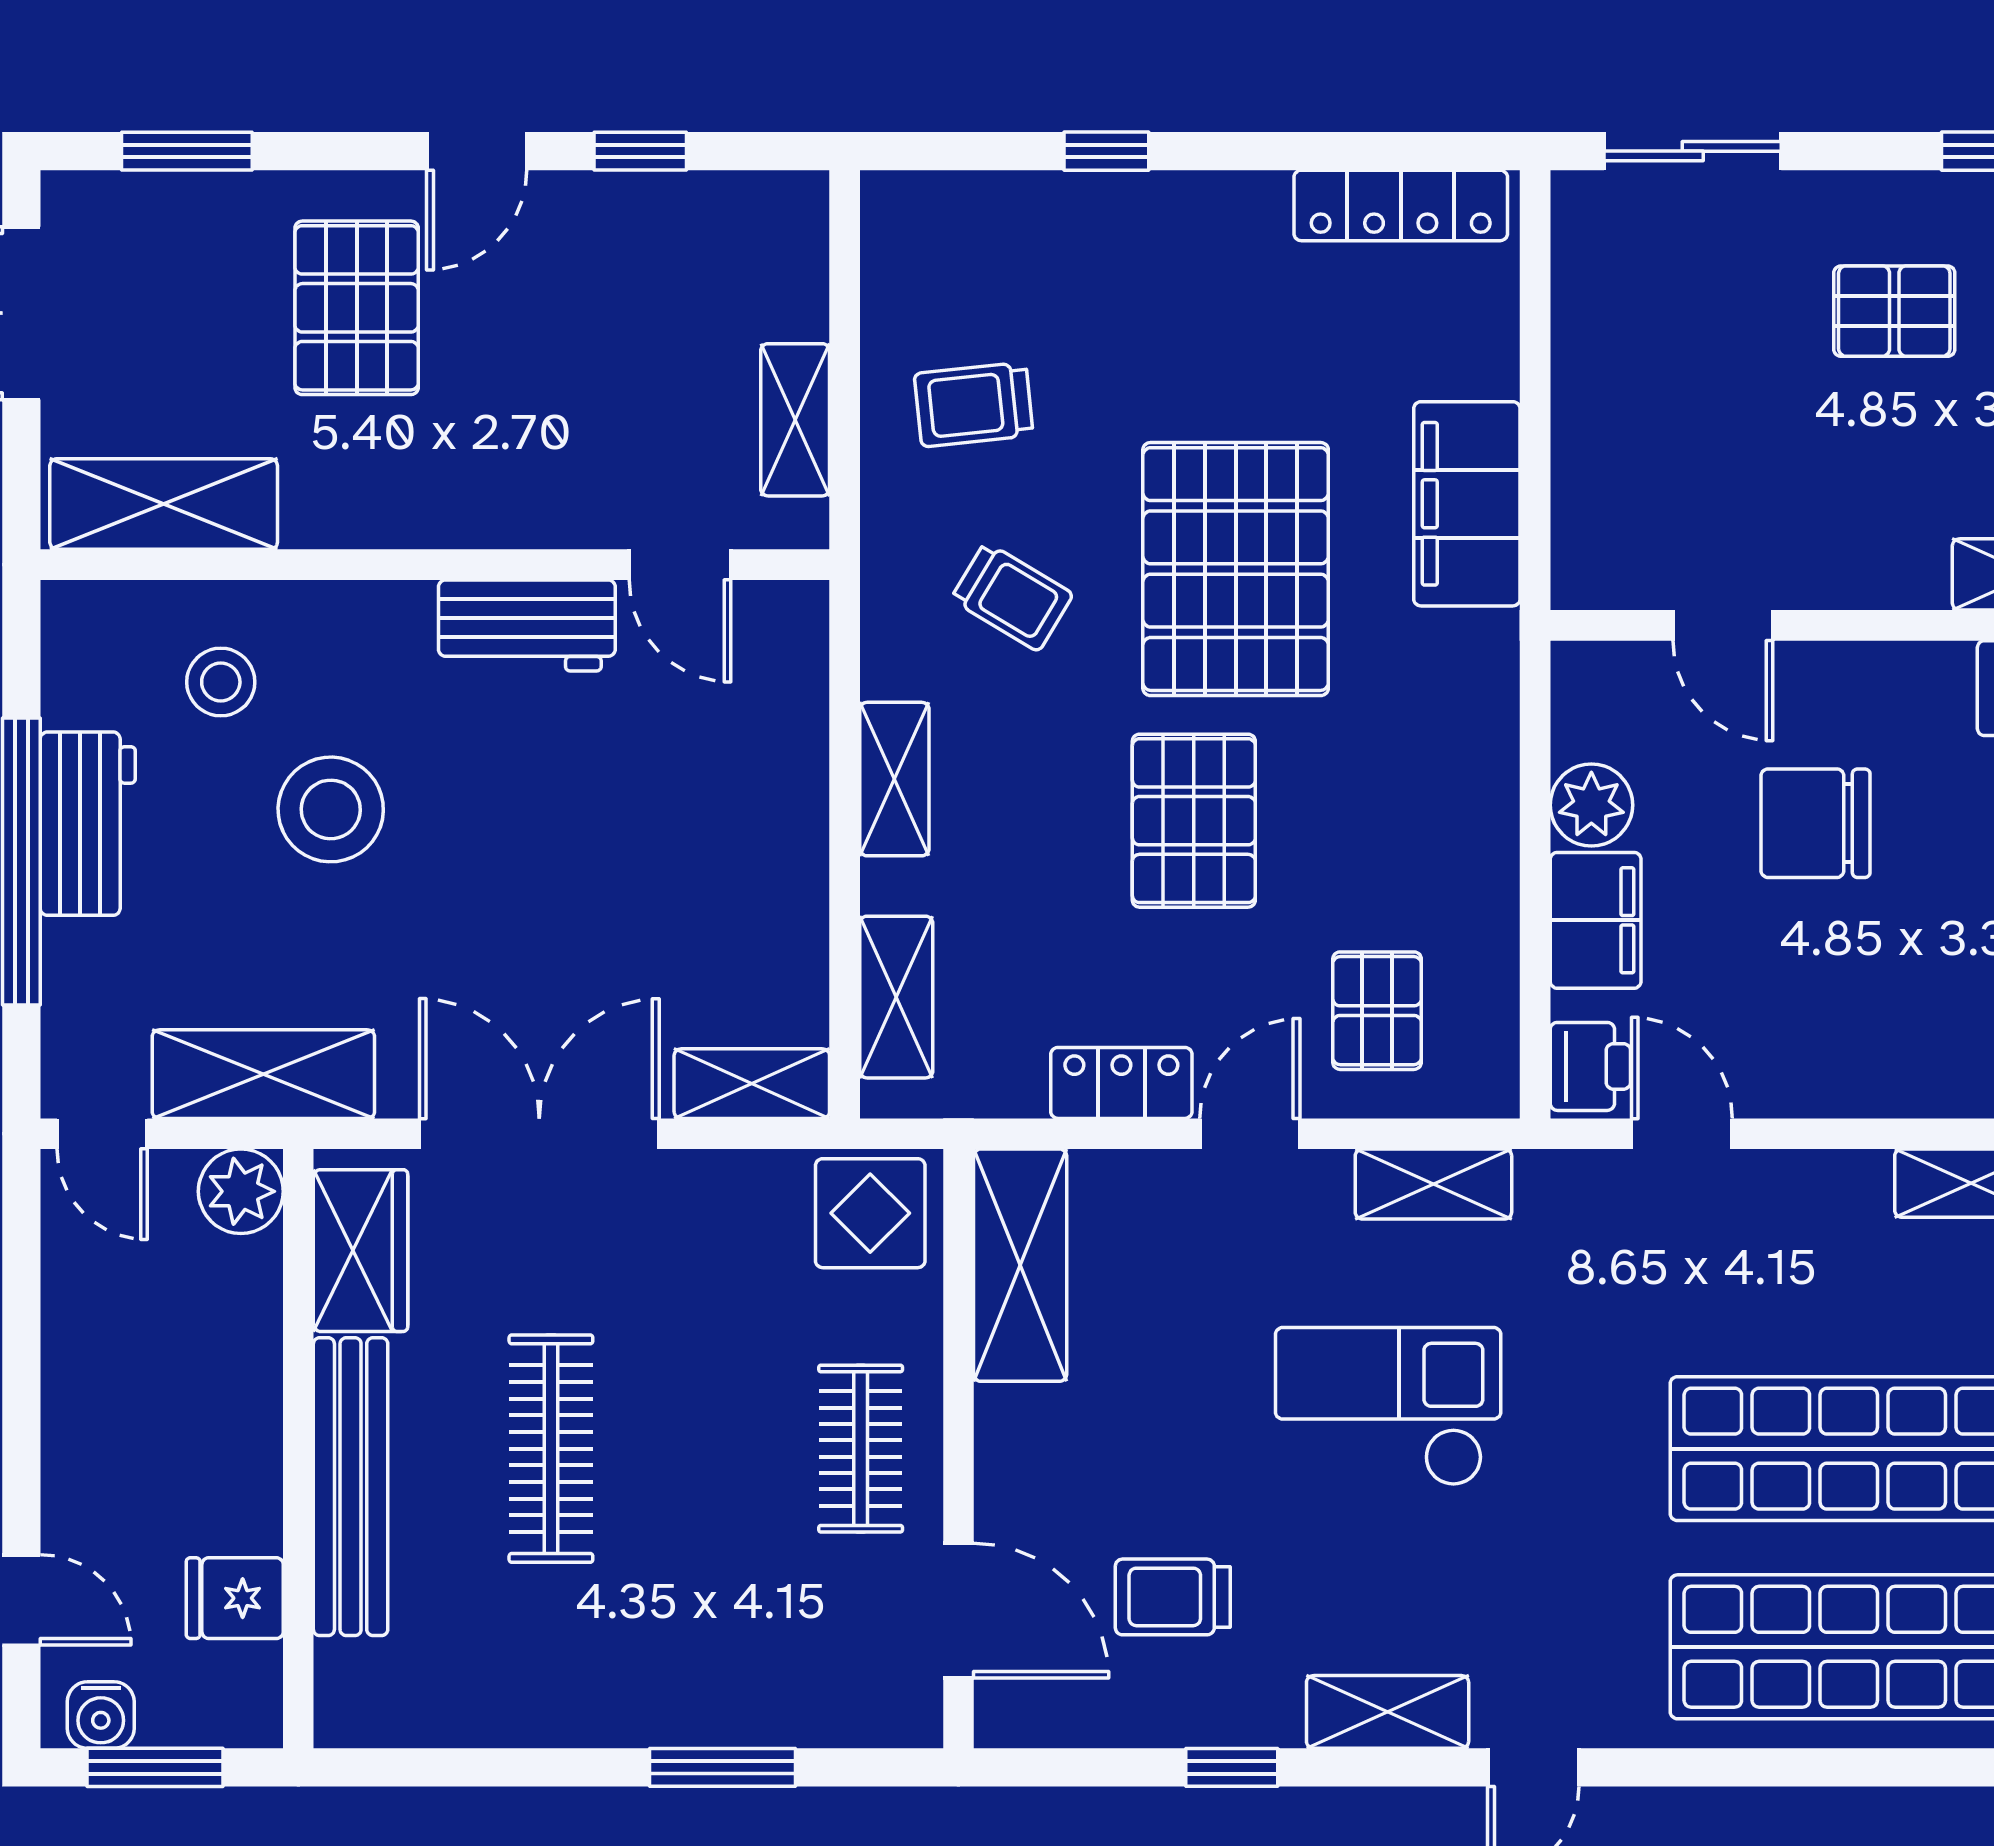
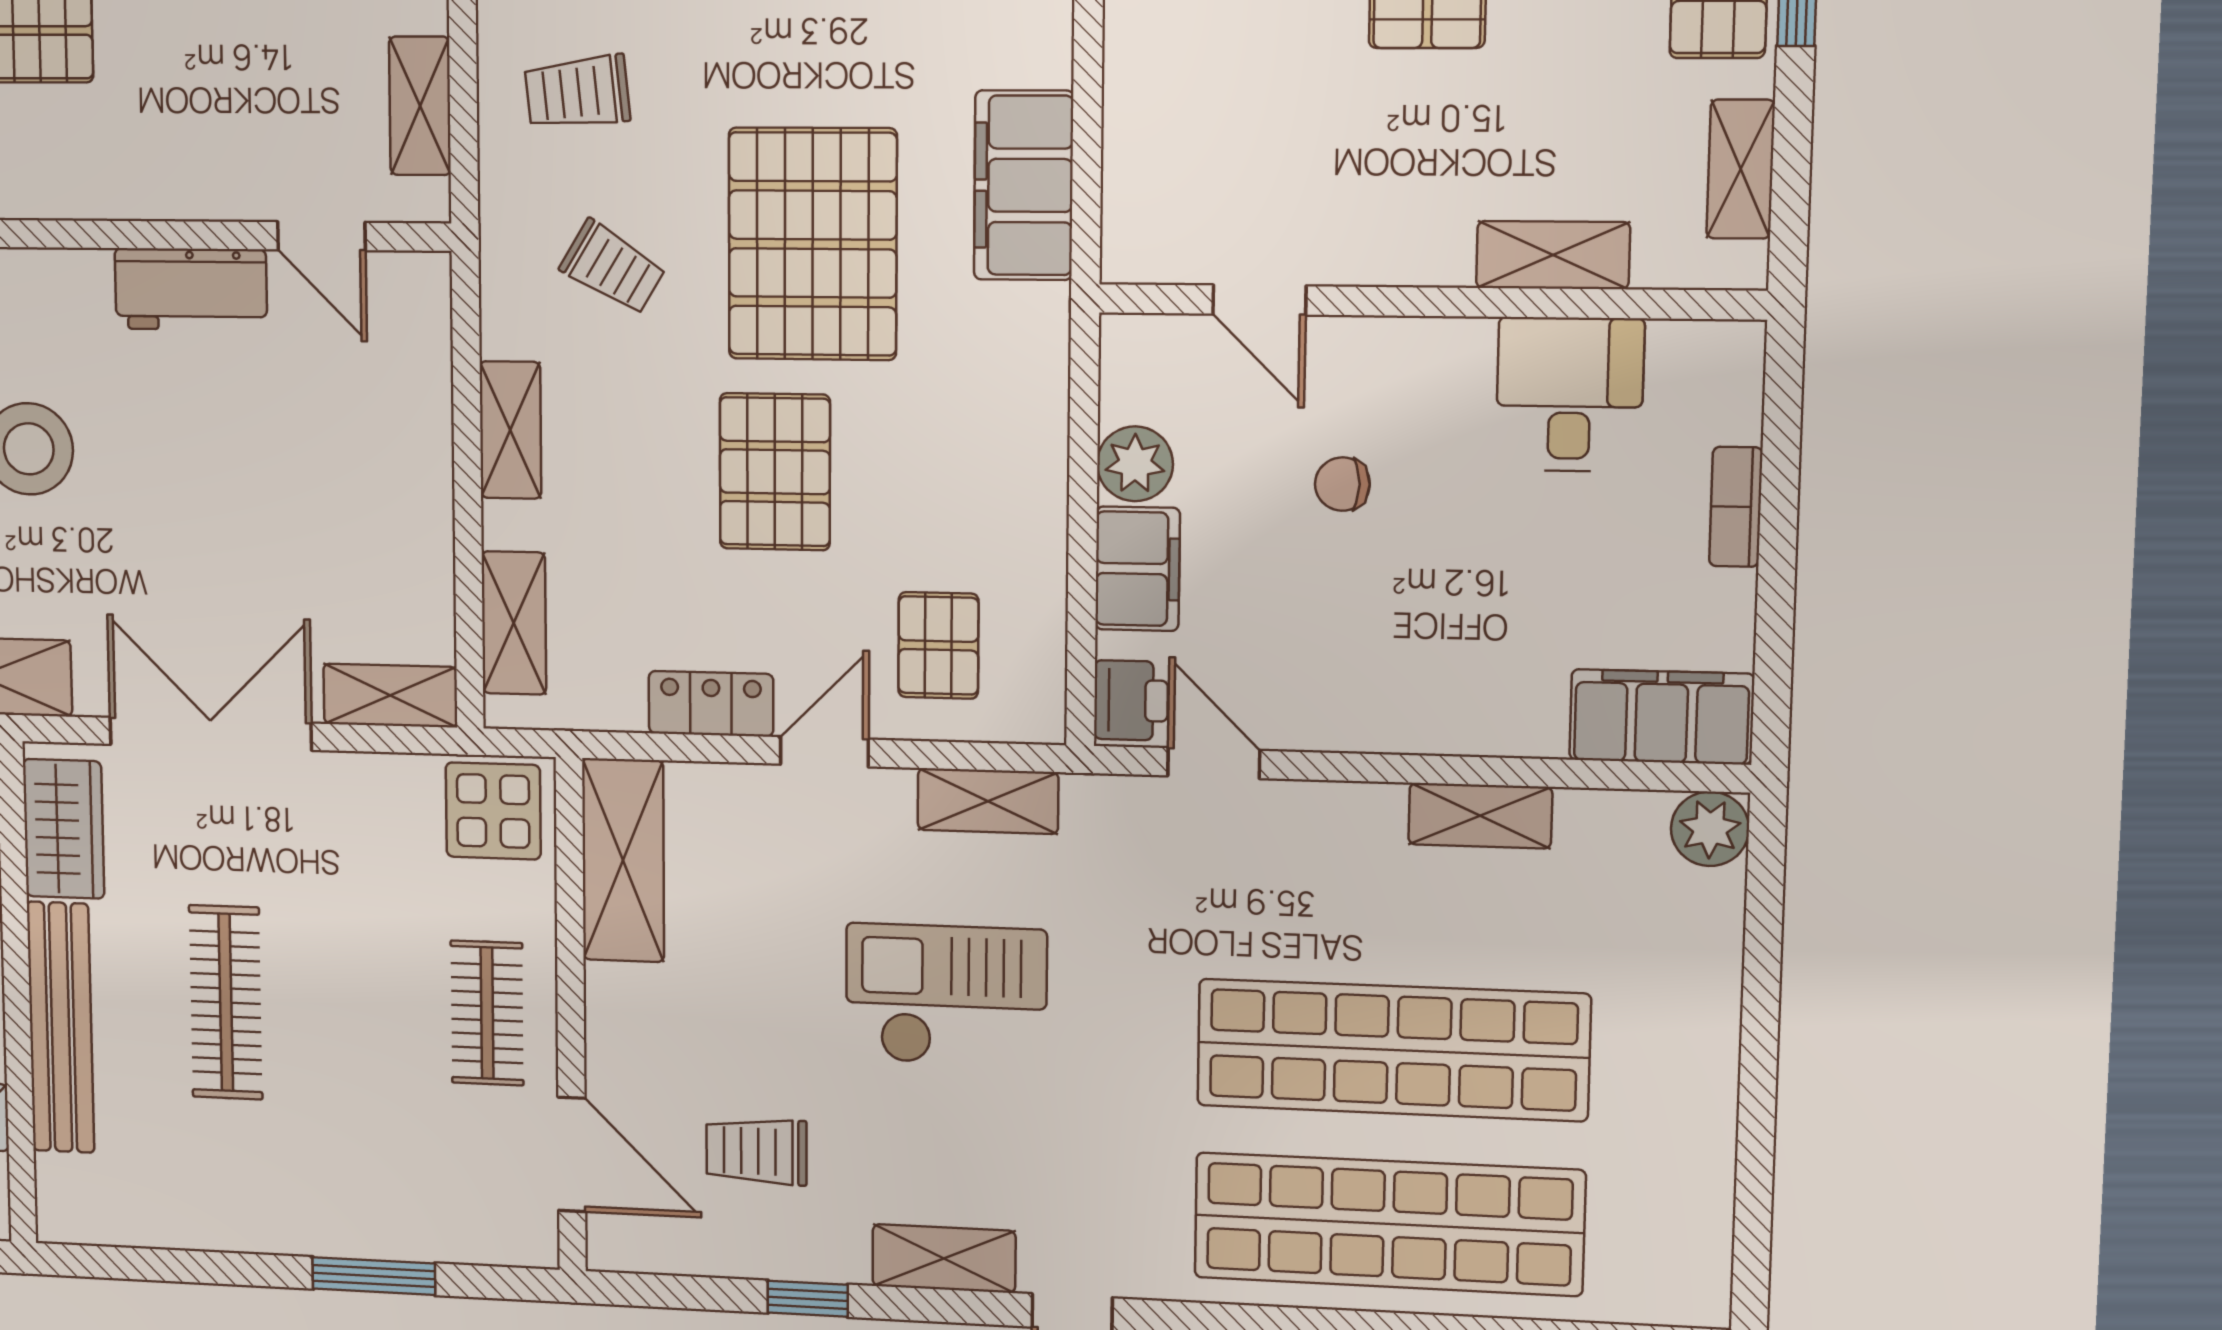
chair: (1815, 823) -> (1342, 484), width x0.54, depth x0.54

